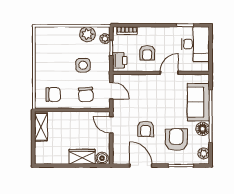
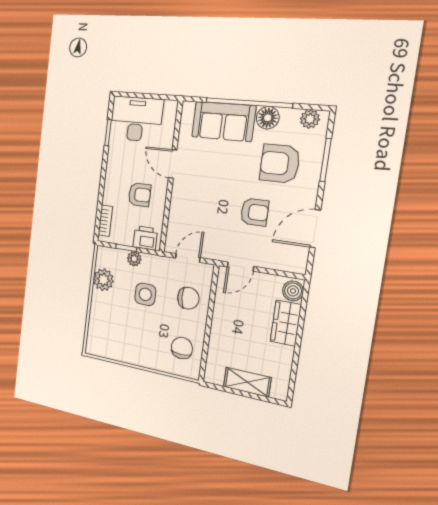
plant: (105, 39) -> (134, 259), moved
shelving: (41, 127) -> (247, 382), moved

